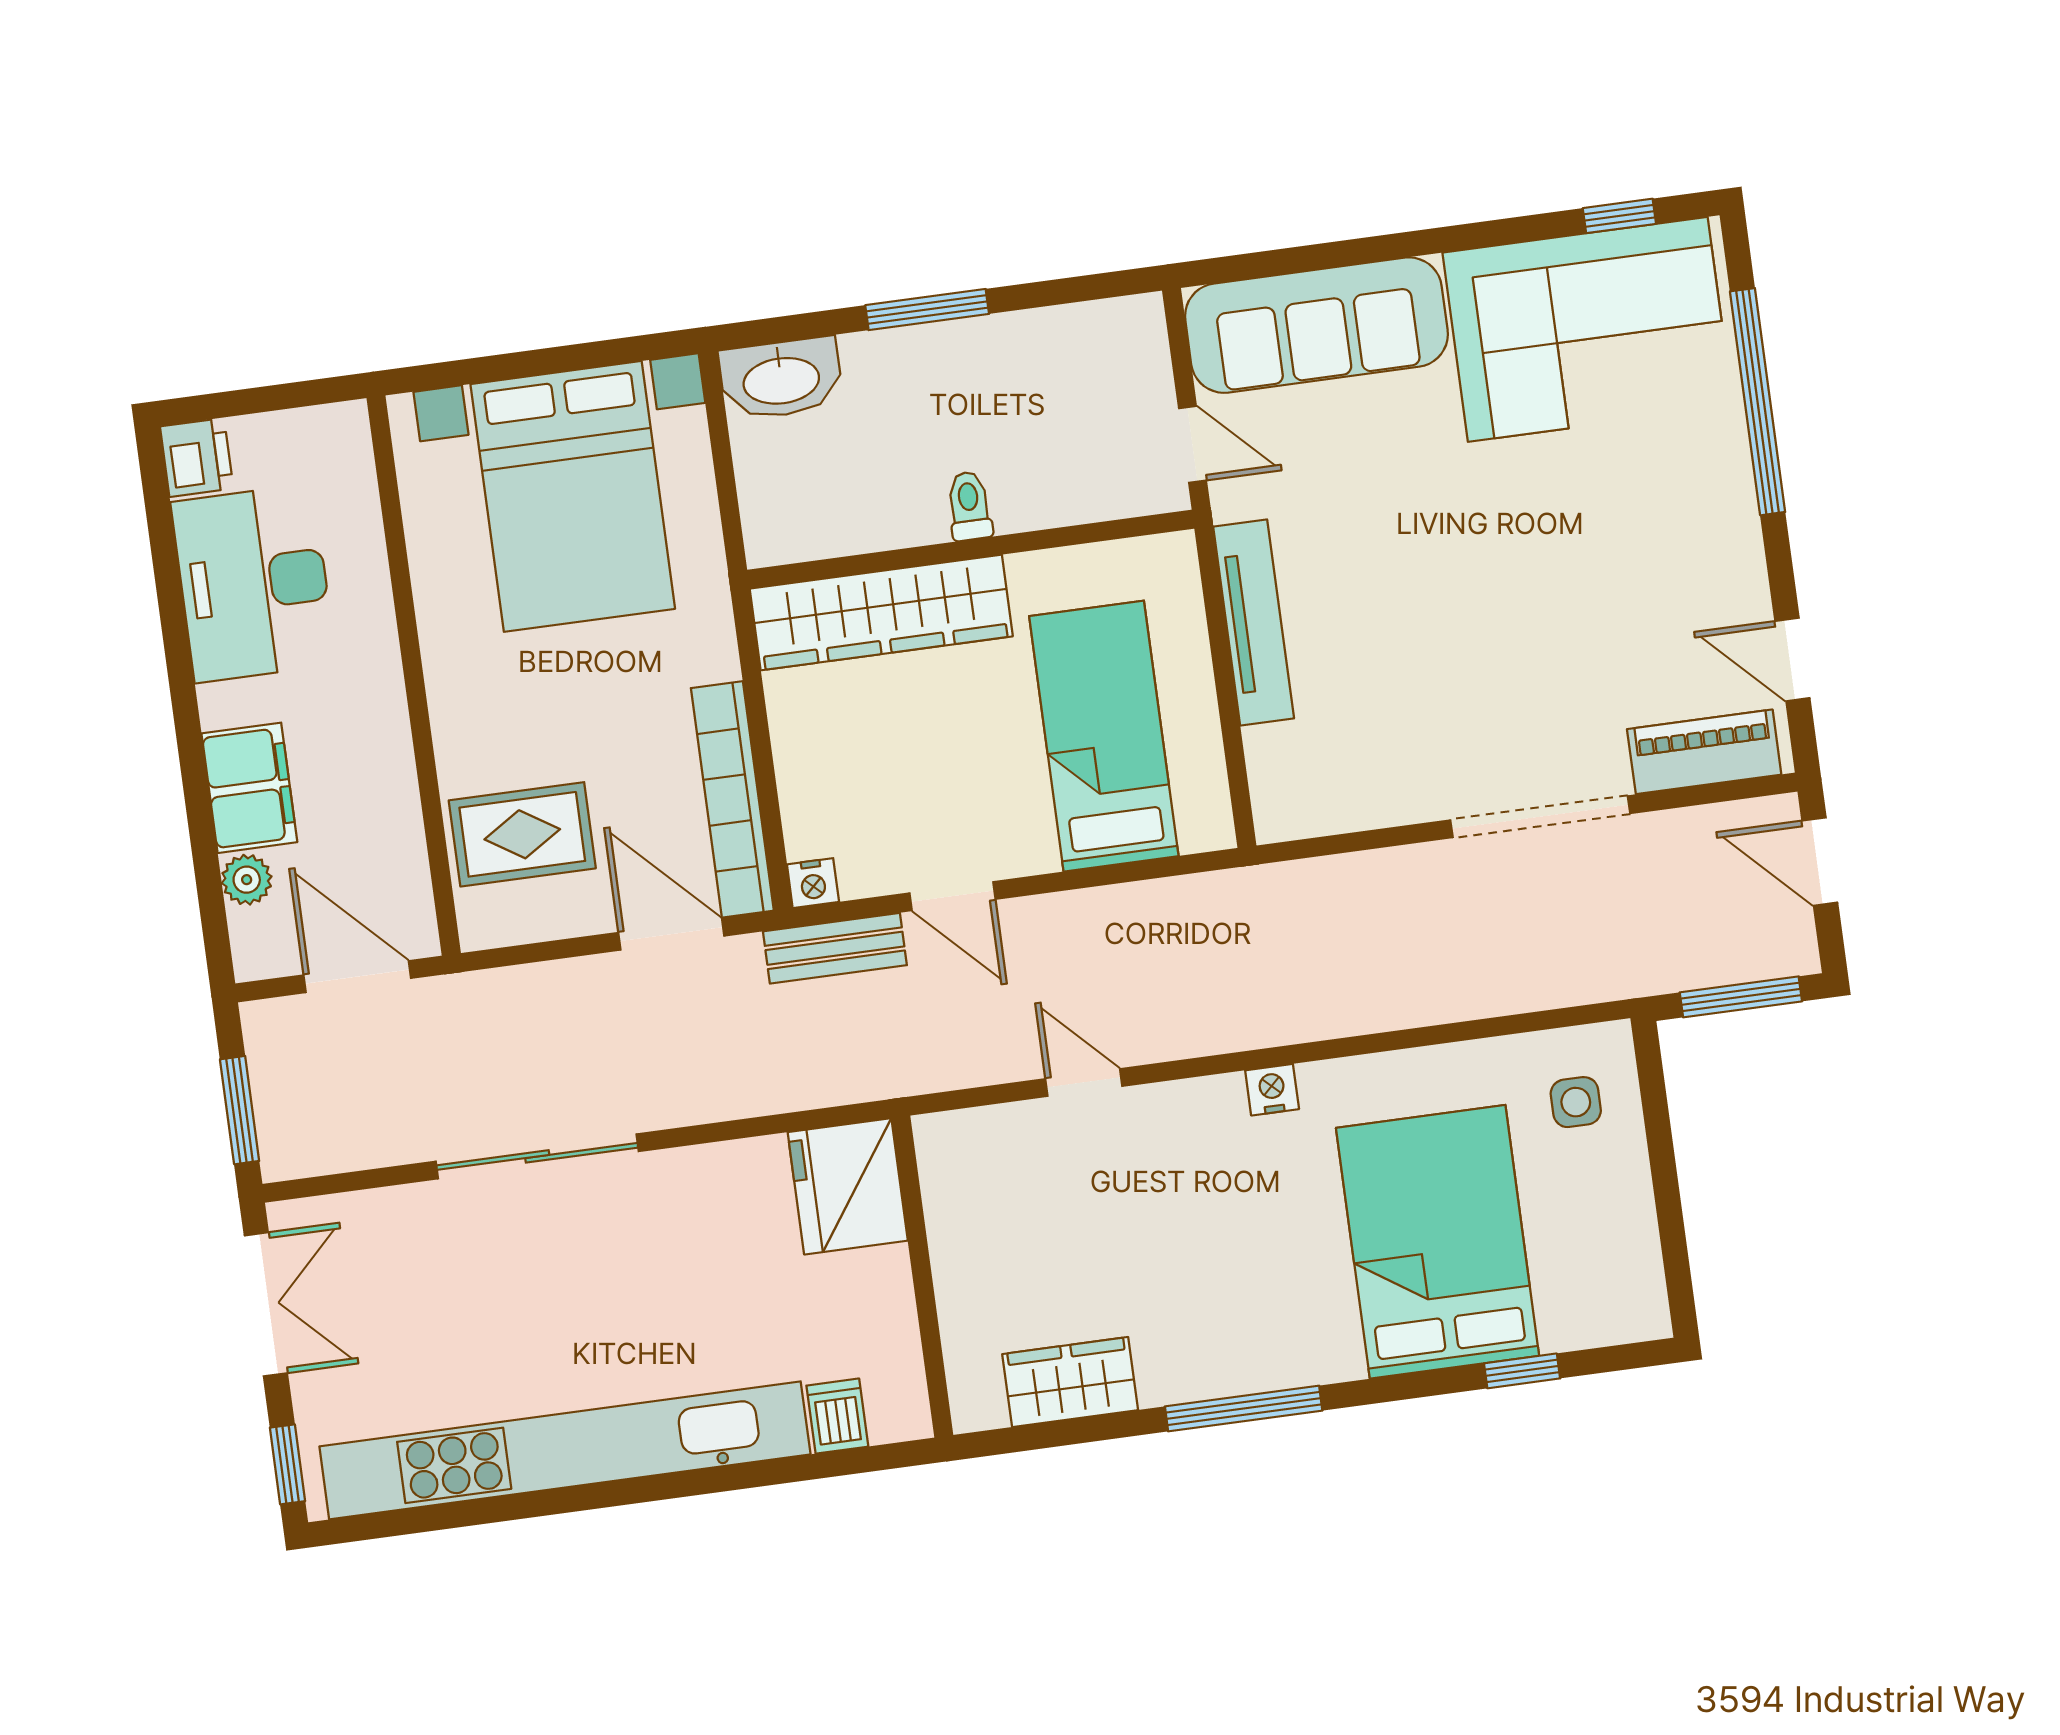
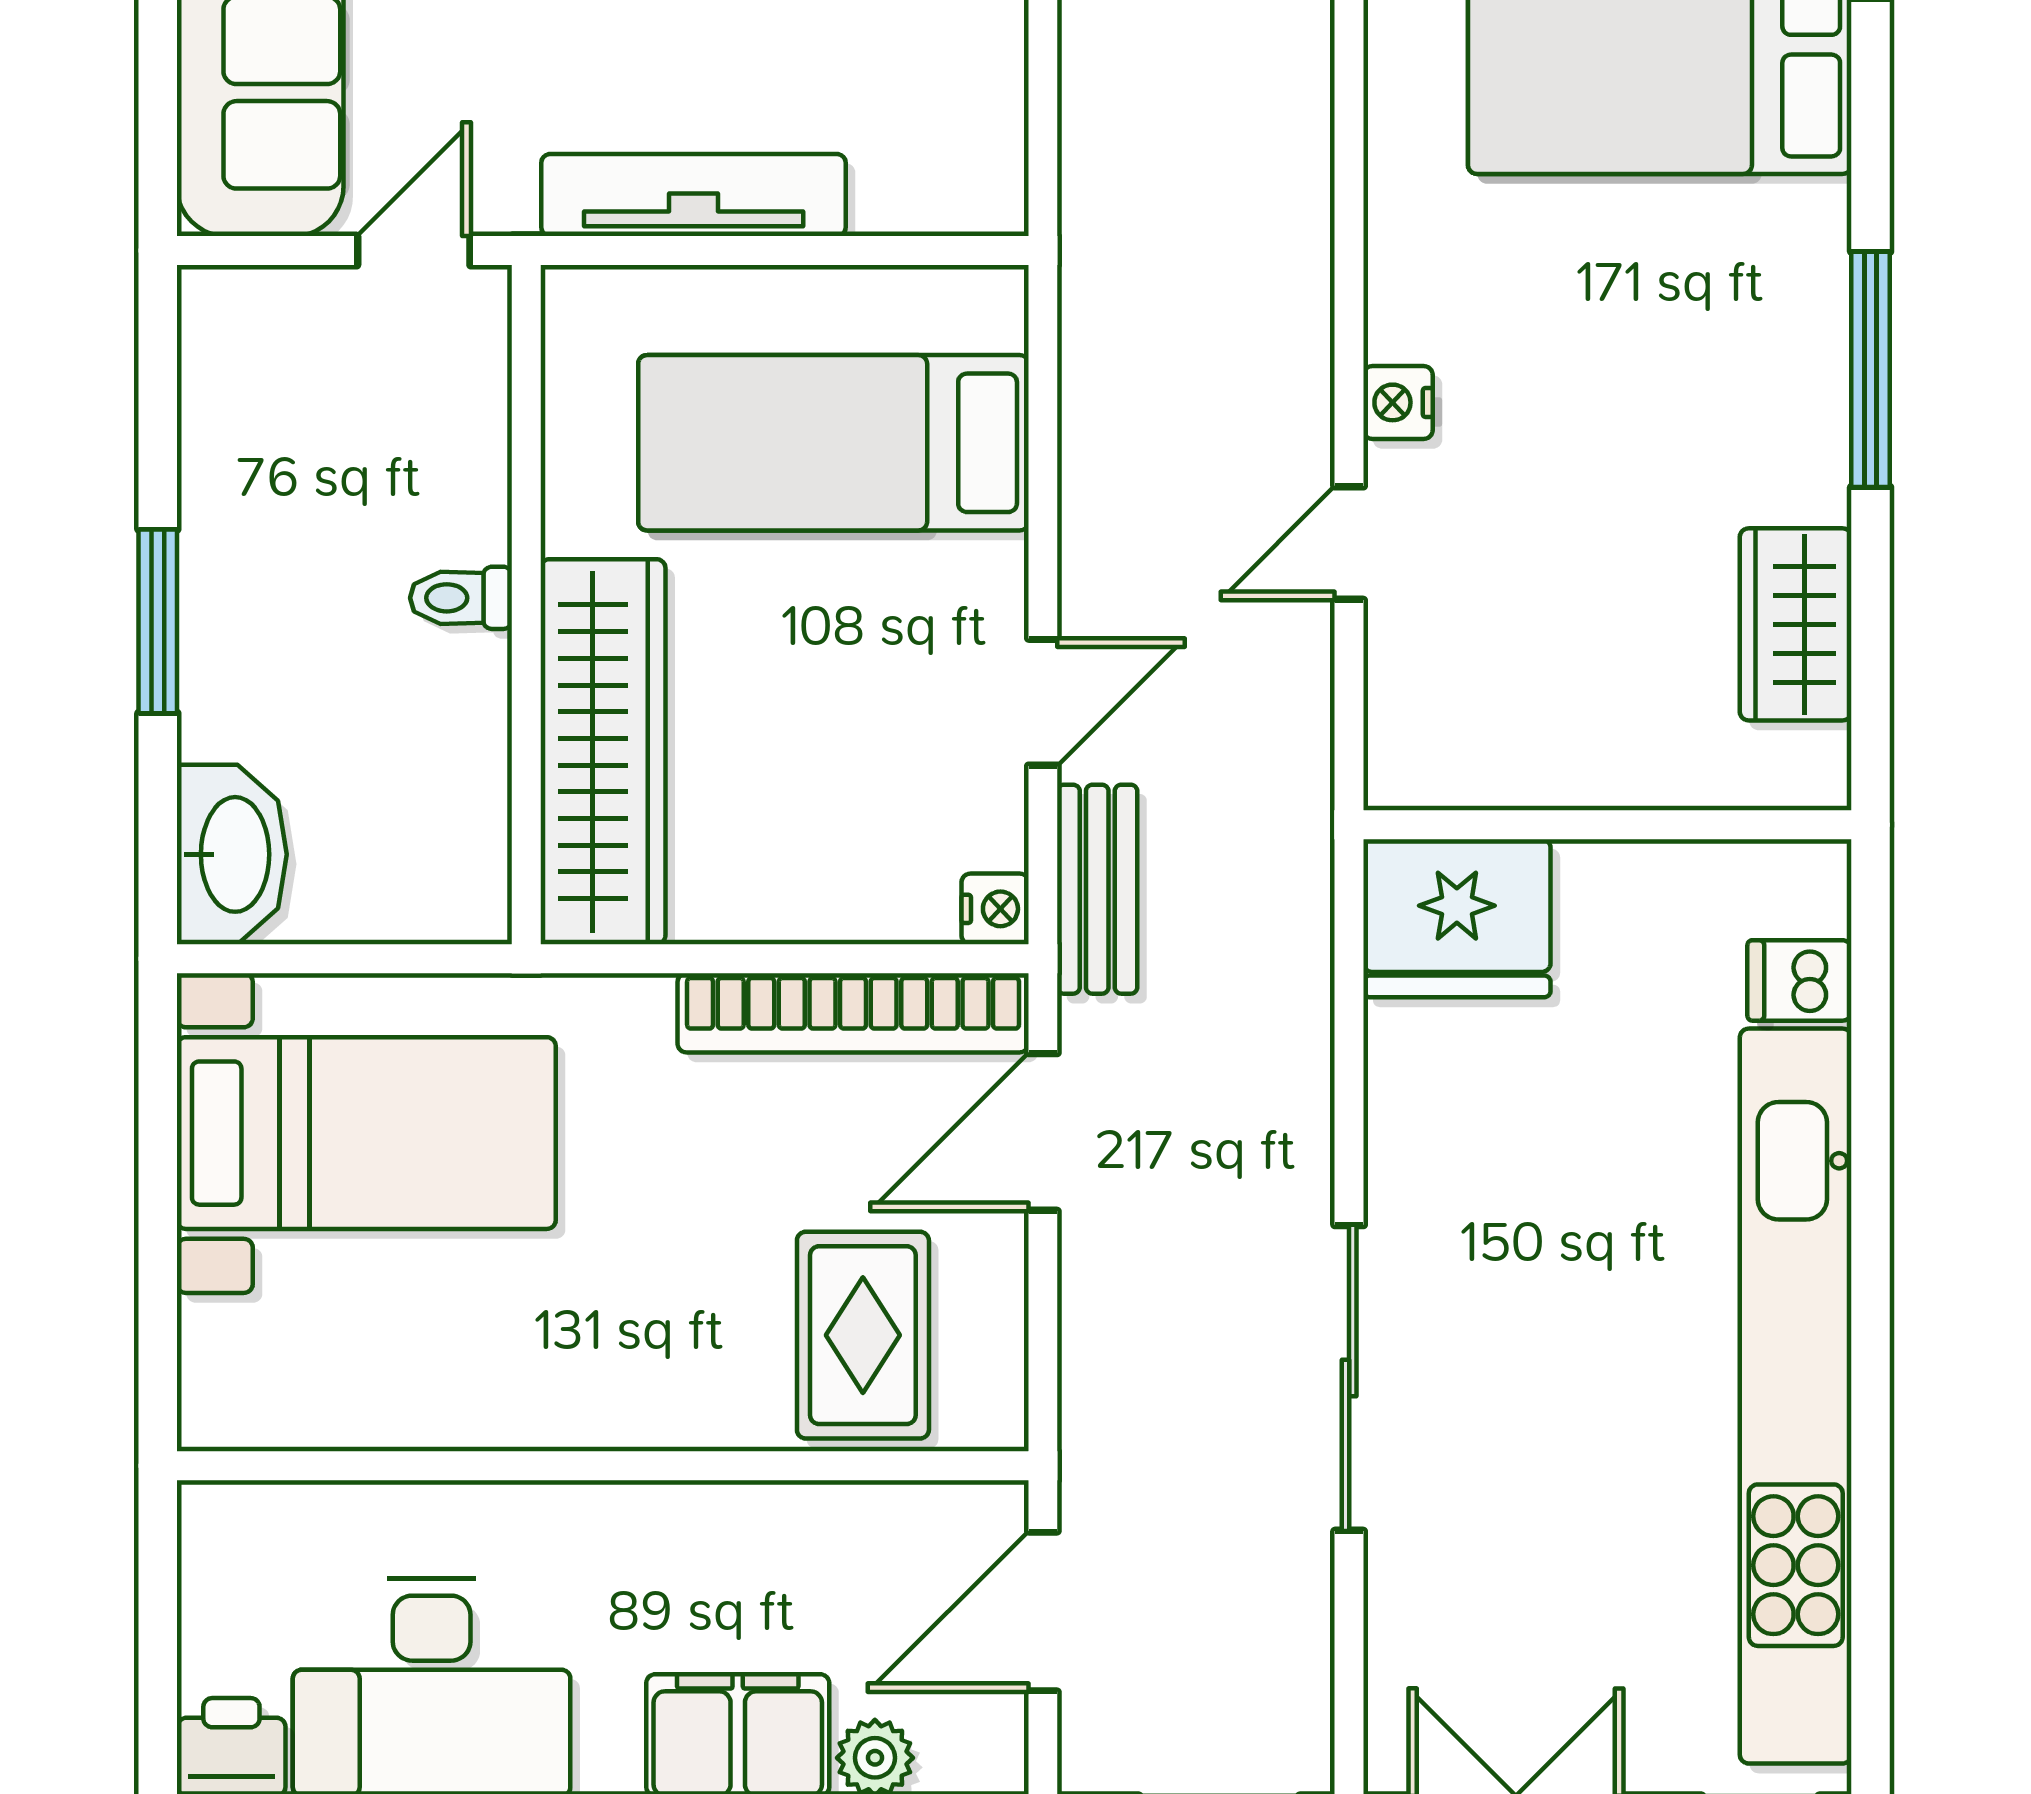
bed with nightstands: (573, 496) -> (366, 1133), width x0.73
nightstand: (1272, 1090) -> (1398, 402), moved

